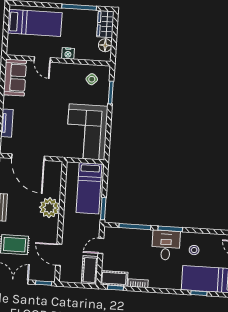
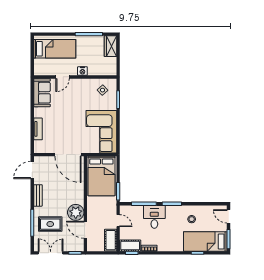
floor lamp: (105, 45) -> (111, 63), removed
door: (42, 59) -> (63, 77), hinge flipped
door: (28, 157) -> (68, 155), moved
bed: (89, 188) -> (101, 176), width x1.50
plant: (49, 208) -> (76, 212), moved
desk: (166, 245) -> (154, 217), moved
door: (101, 246) -> (118, 221), swing flipped

